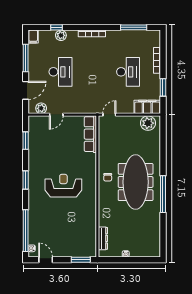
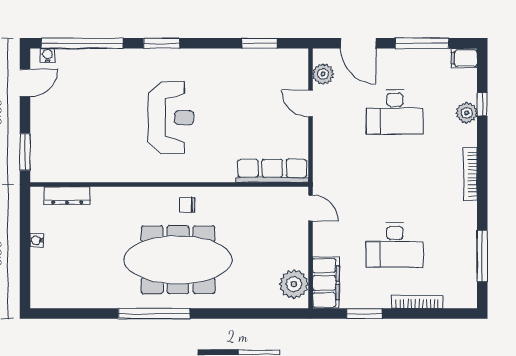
window: (26, 180) -> (162, 43), moved

